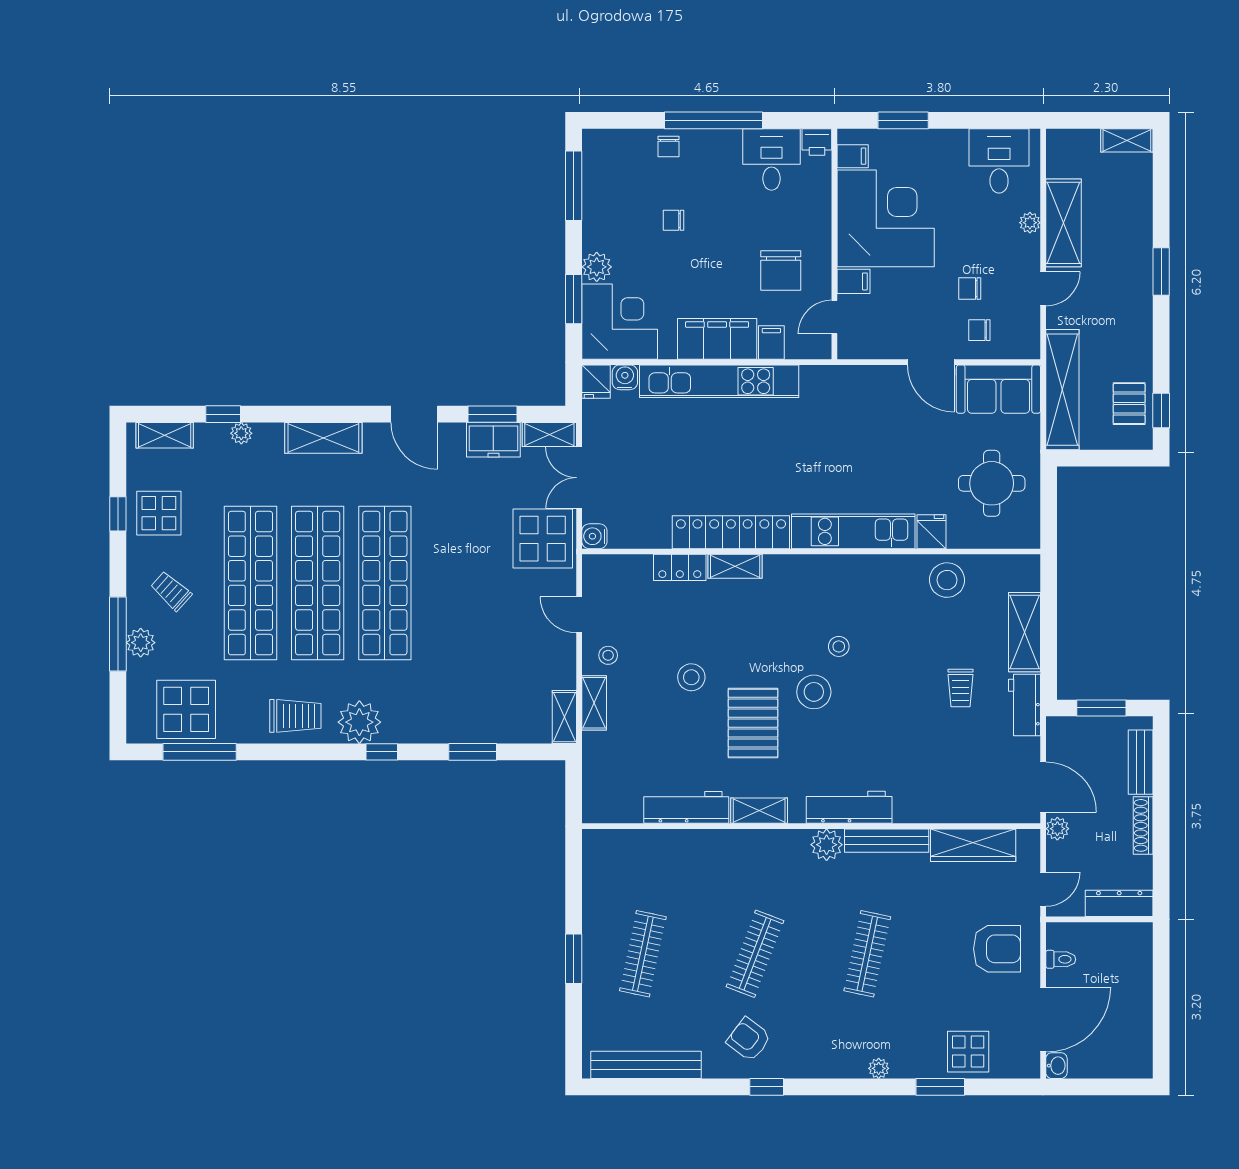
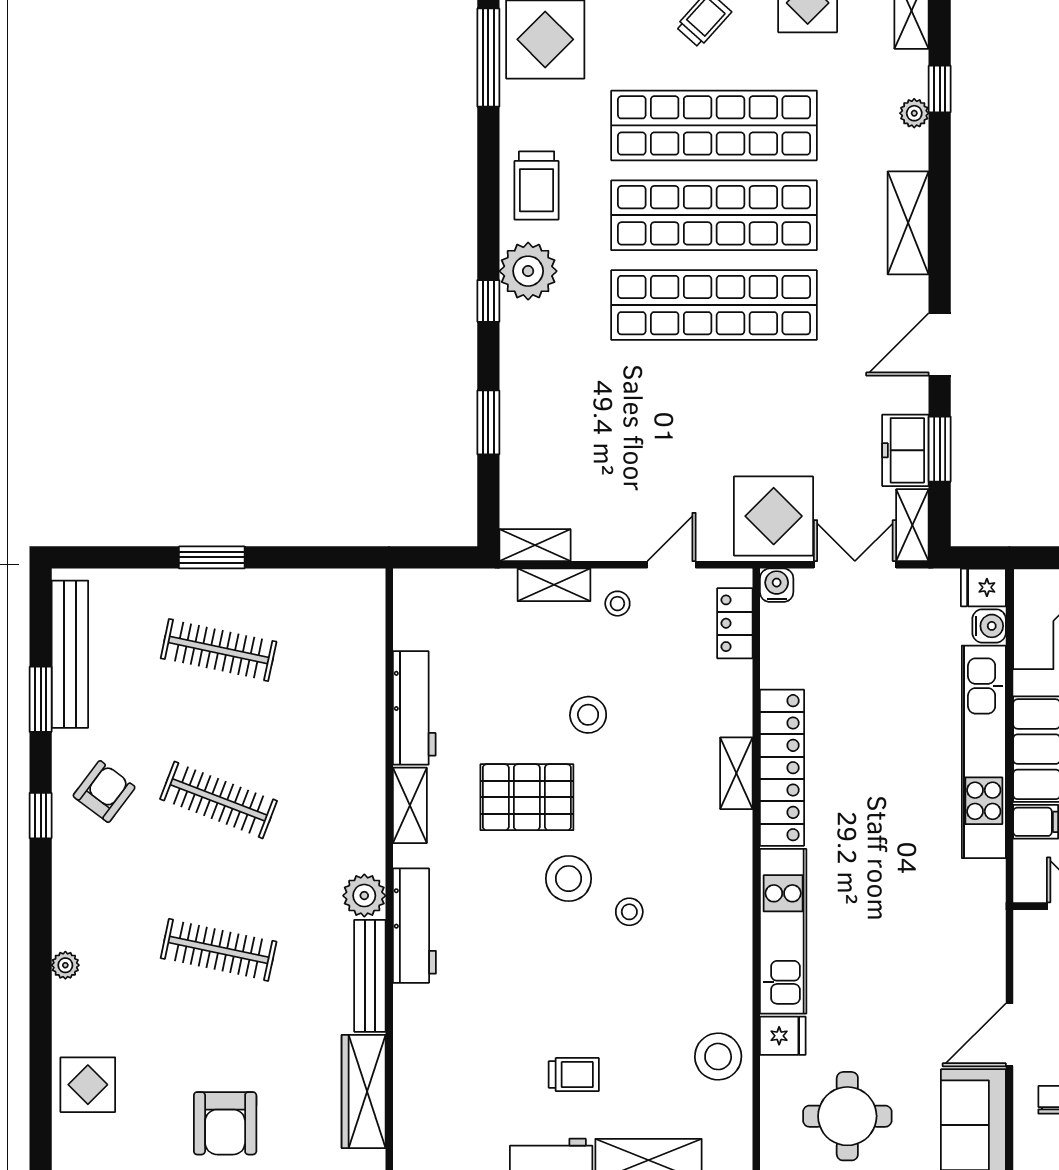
locker: (680, 567) -> (735, 623), moved
trolley: (960, 688) -> (574, 1075), turned 180
window: (940, 1087) -> (41, 699), moved

